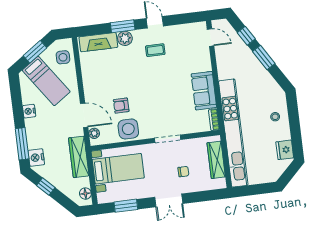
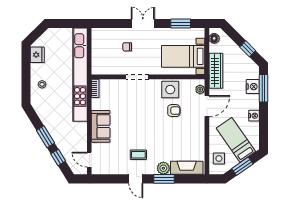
sofa: (204, 91) -> (101, 126), moved
door: (84, 115) -> (207, 106), swing flipped
nightstand: (36, 158) -> (253, 87), moved
wardrobe: (216, 160) -> (98, 53), removed

